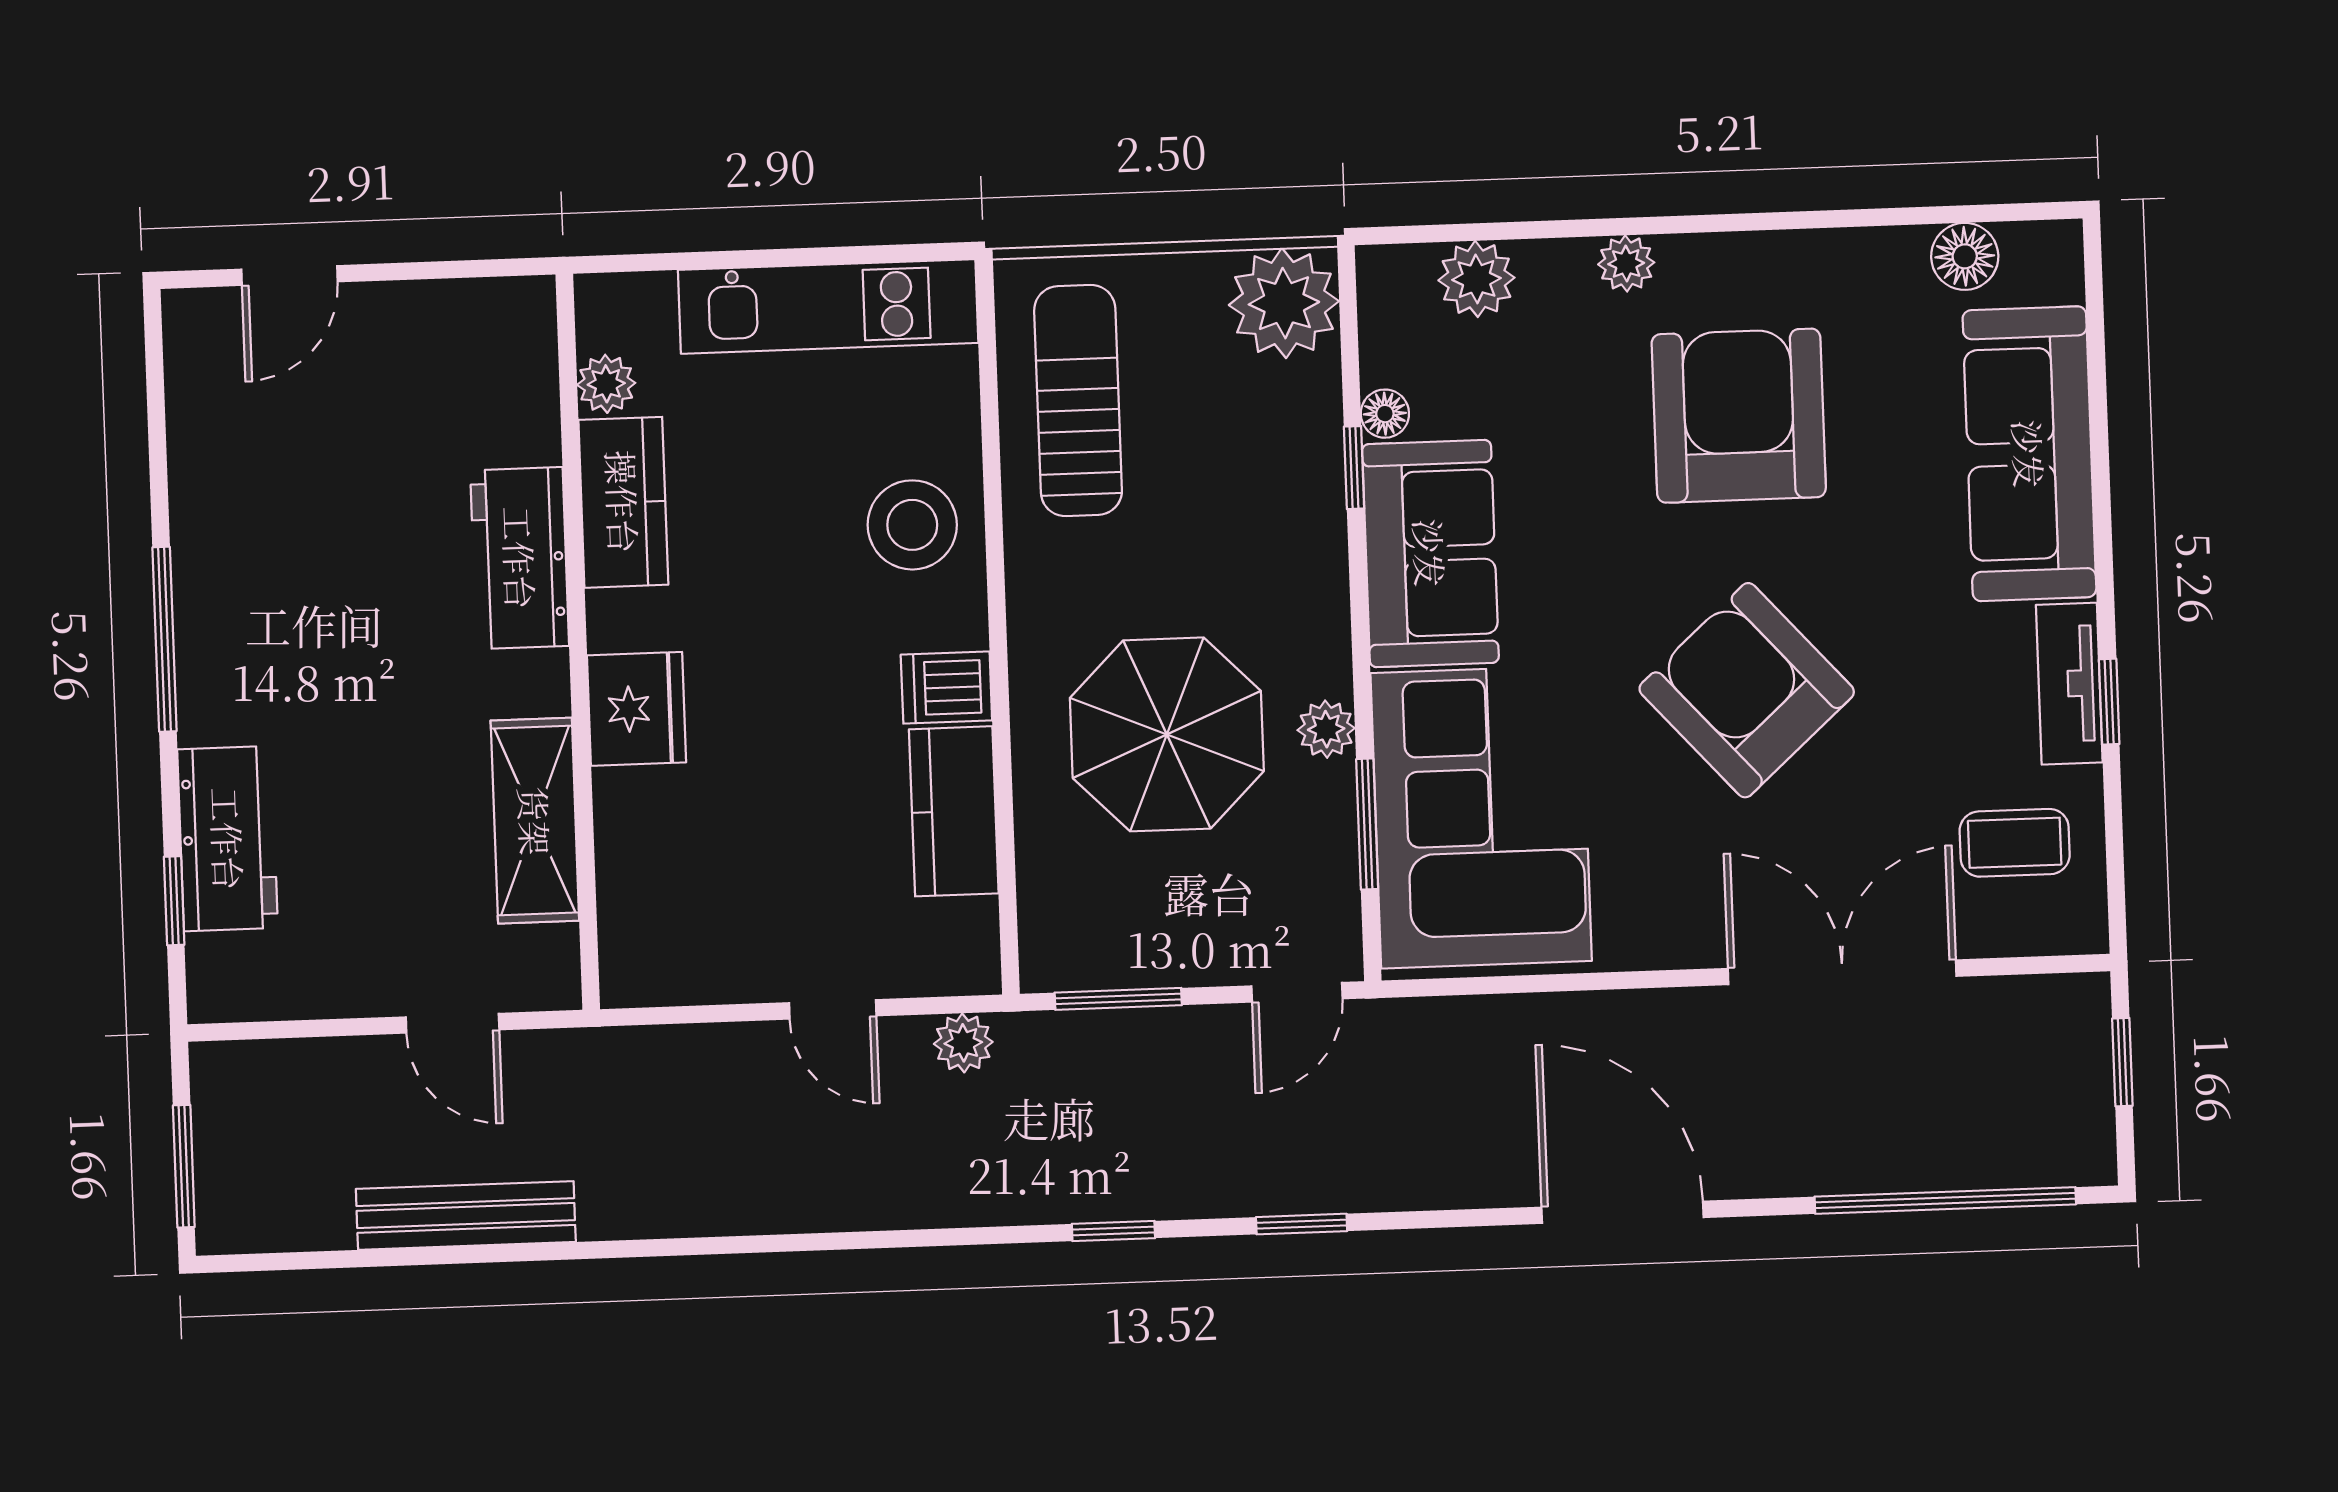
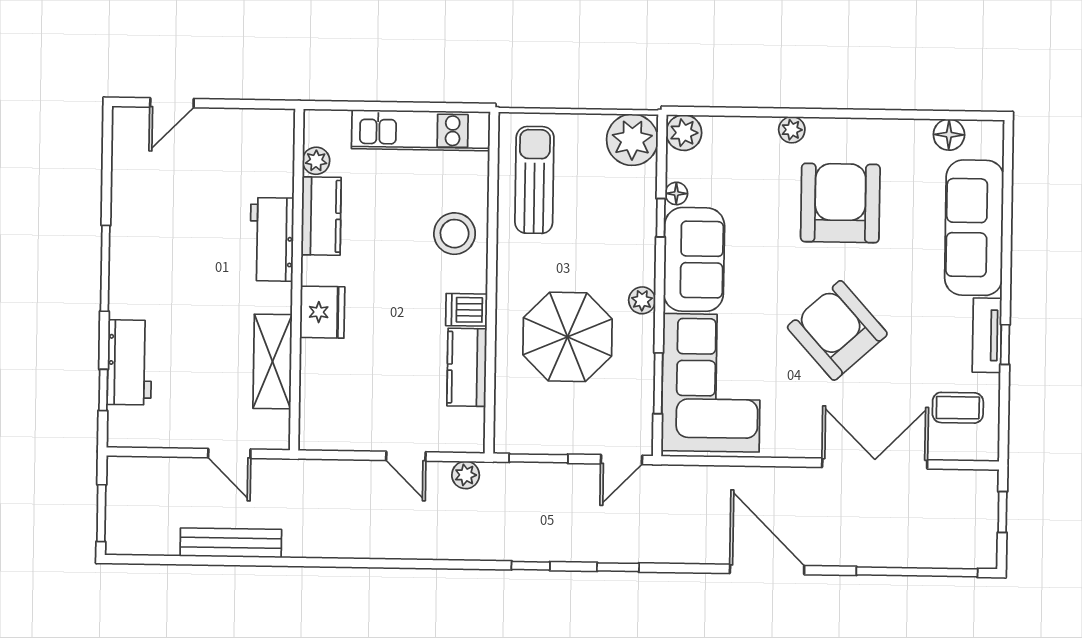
plant: (1476, 279) -> (684, 133), moved
plant: (1326, 729) -> (642, 300), moved

